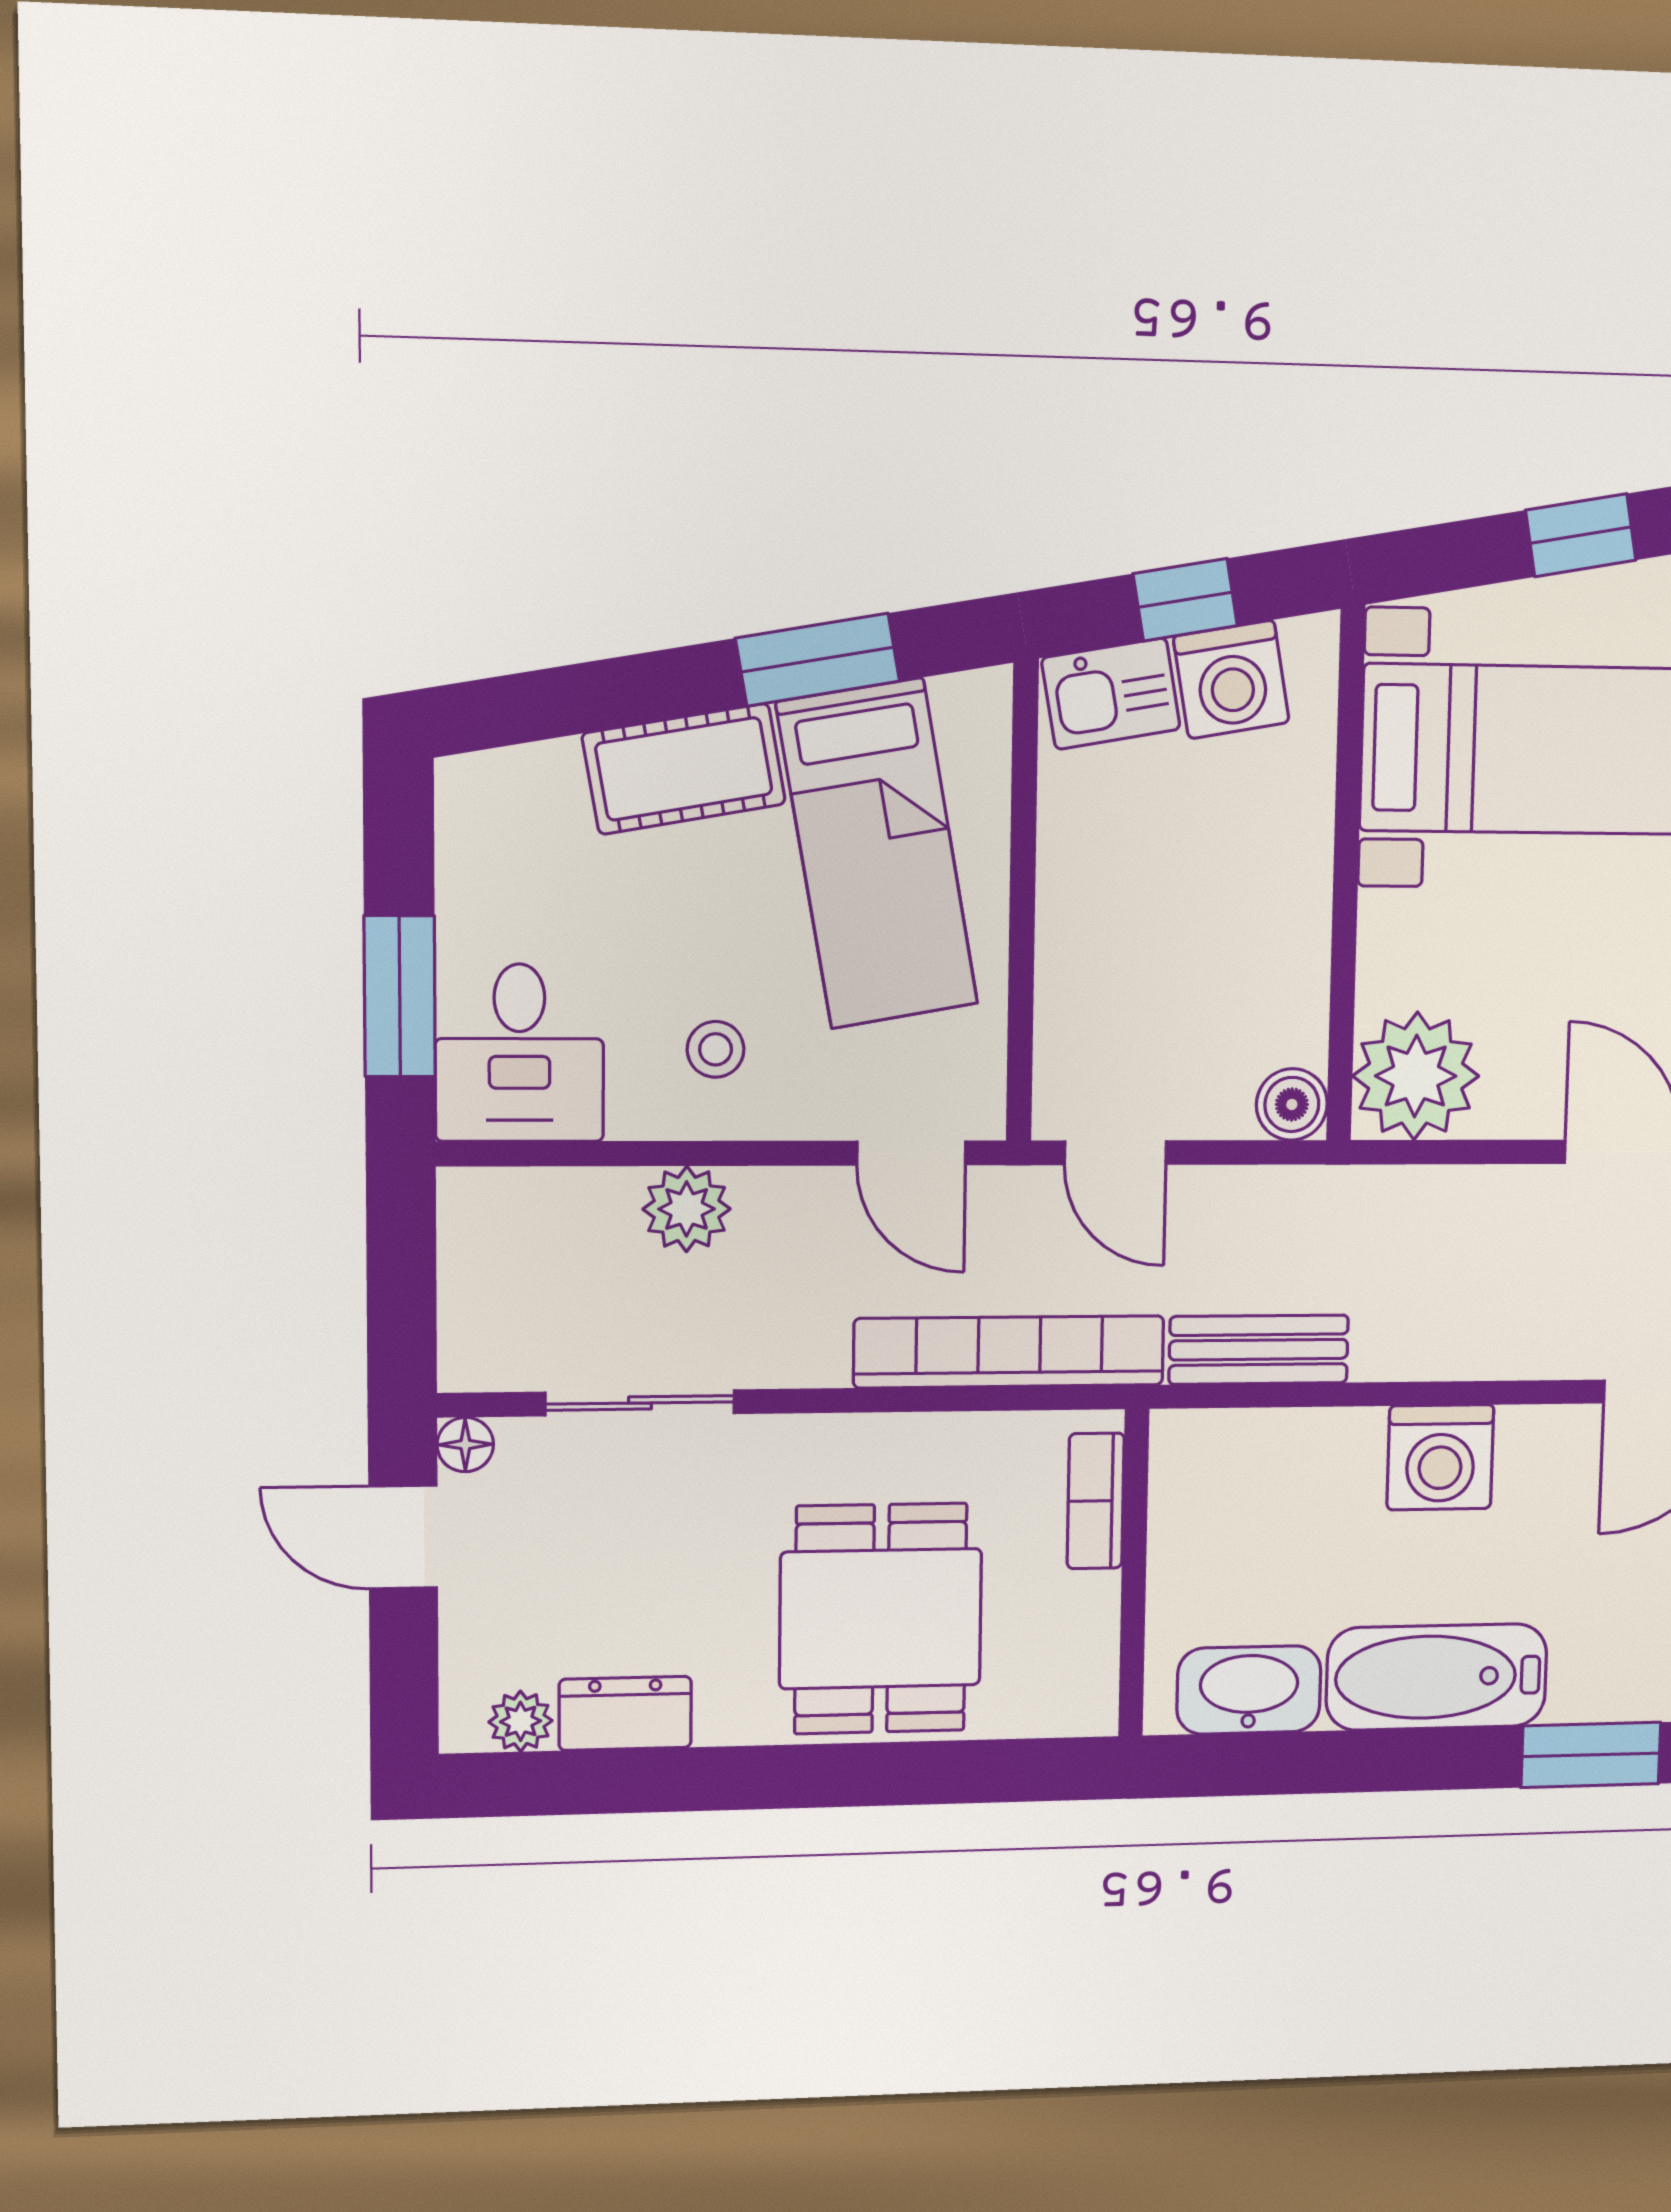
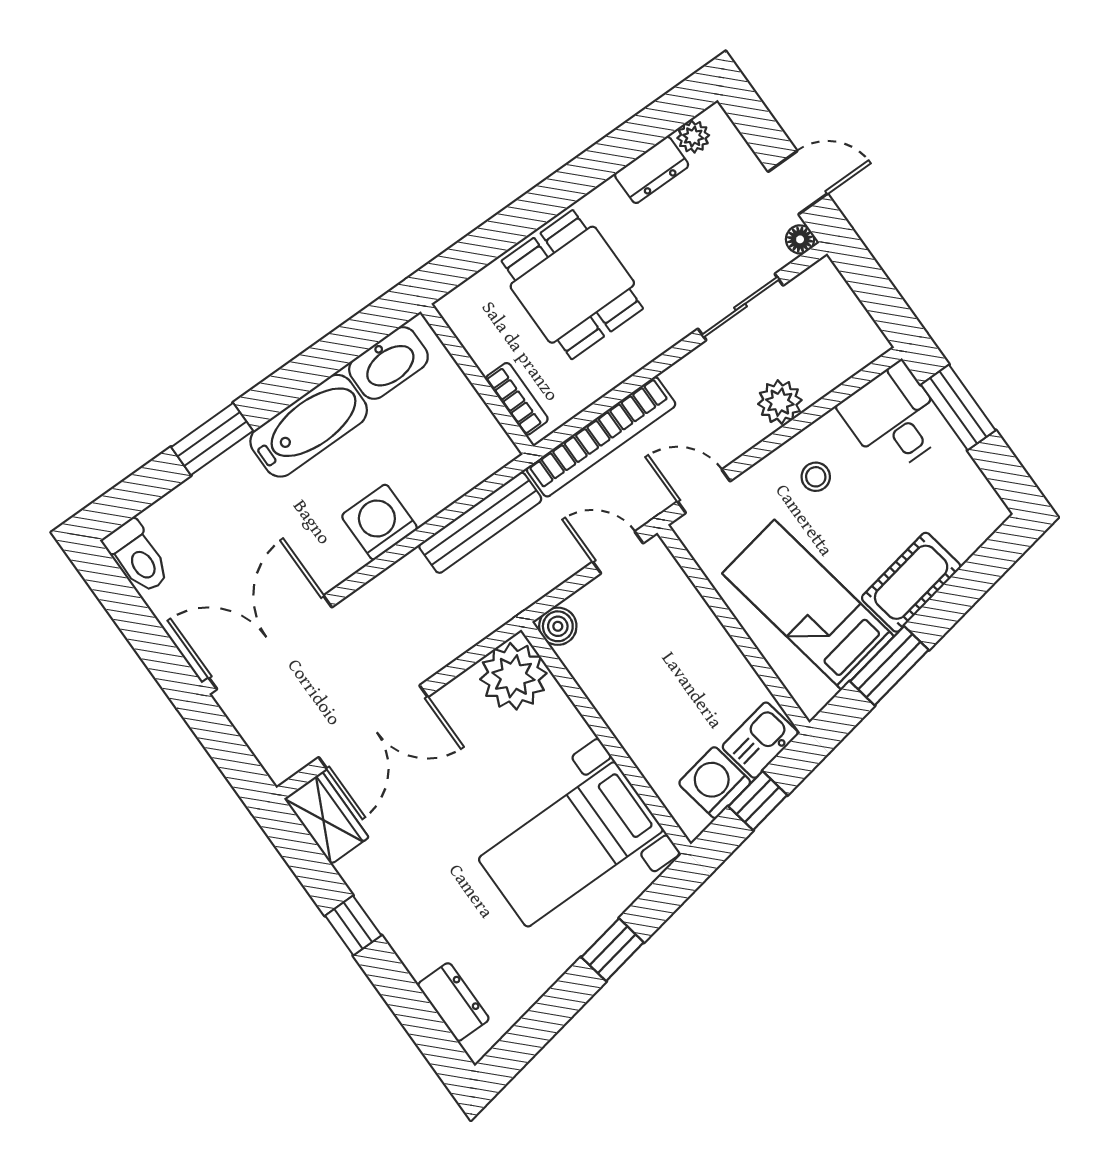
bench: (1259, 1350) -> (480, 523), width x1.36

